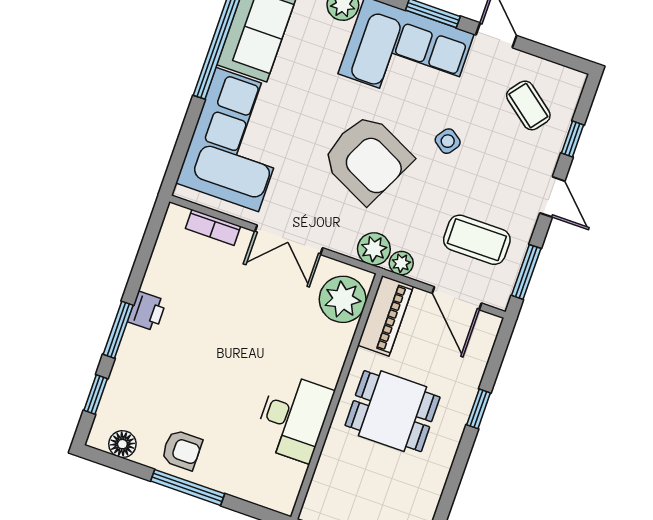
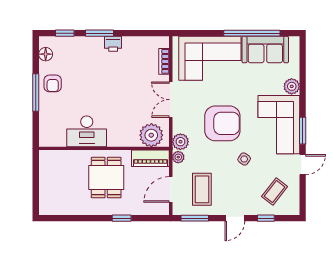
armchair: (367, 159) -> (222, 123), turned -116

